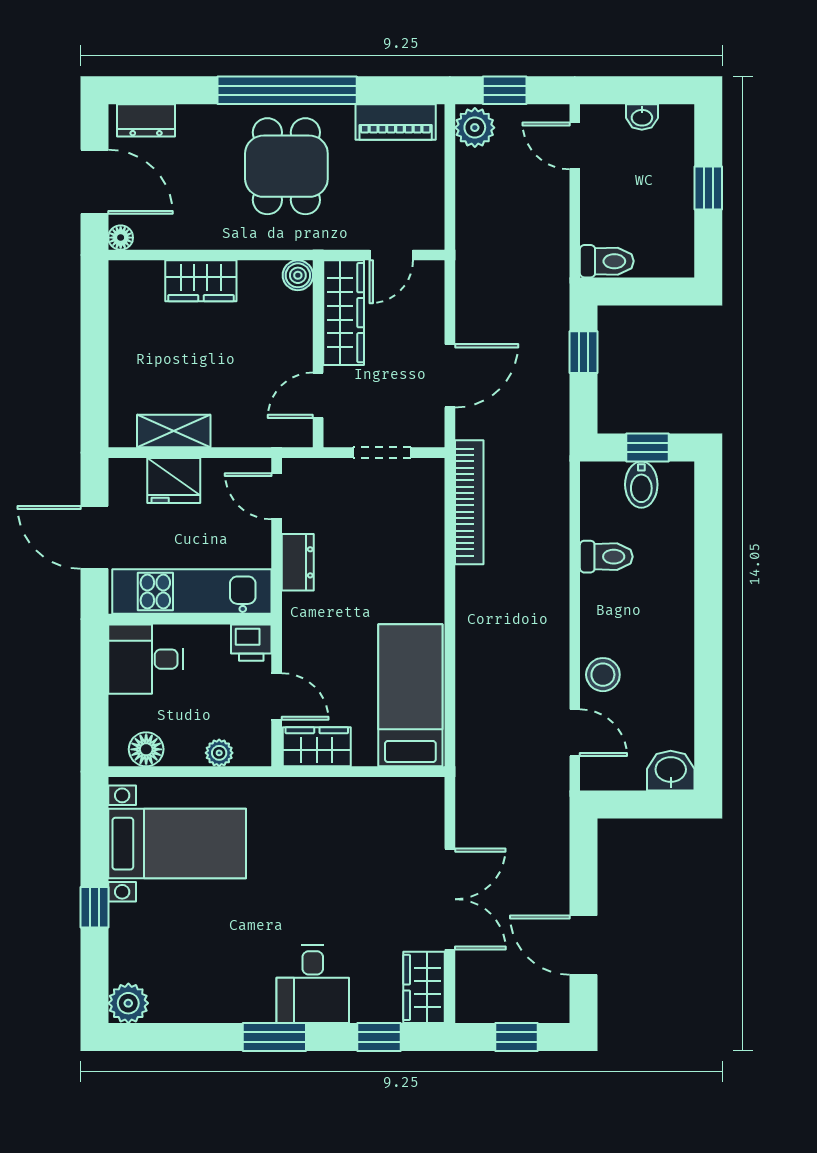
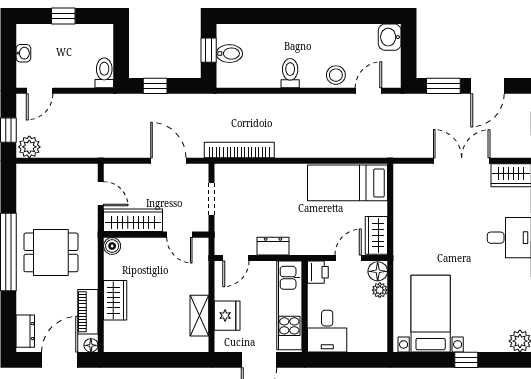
piano: (396, 122) -> (88, 312), moved, turned 180
toilet: (606, 557) -> (290, 73), moved
floor lamp: (146, 749) -> (378, 271), moved
window: (583, 866) -> (443, 86), added

